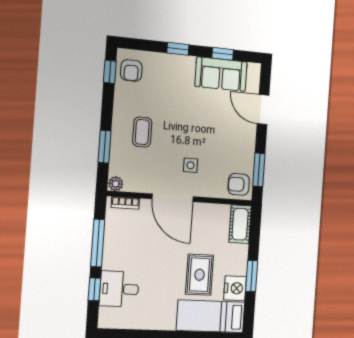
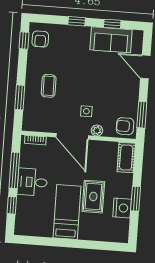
plant: (116, 184) -> (97, 130), moved
desk: (119, 289) -> (32, 182), moved
bed: (211, 316) -> (67, 212), moved, turned 90

